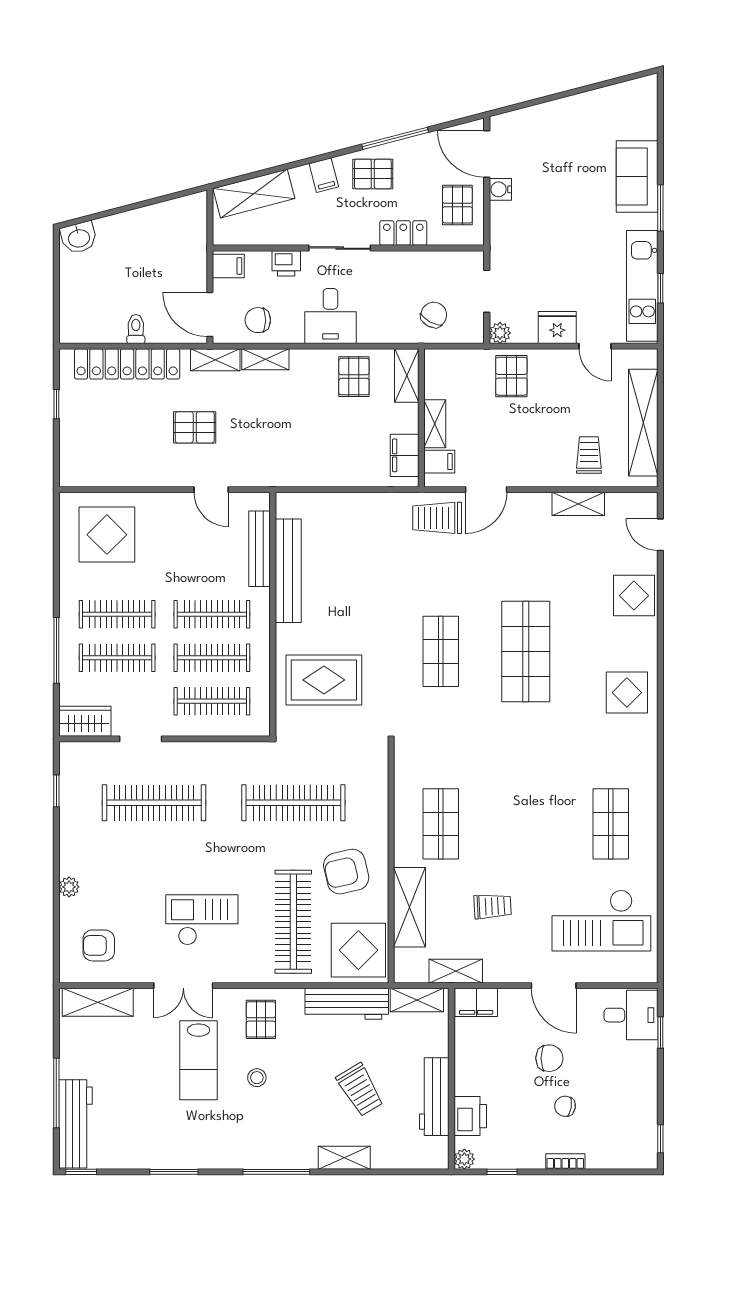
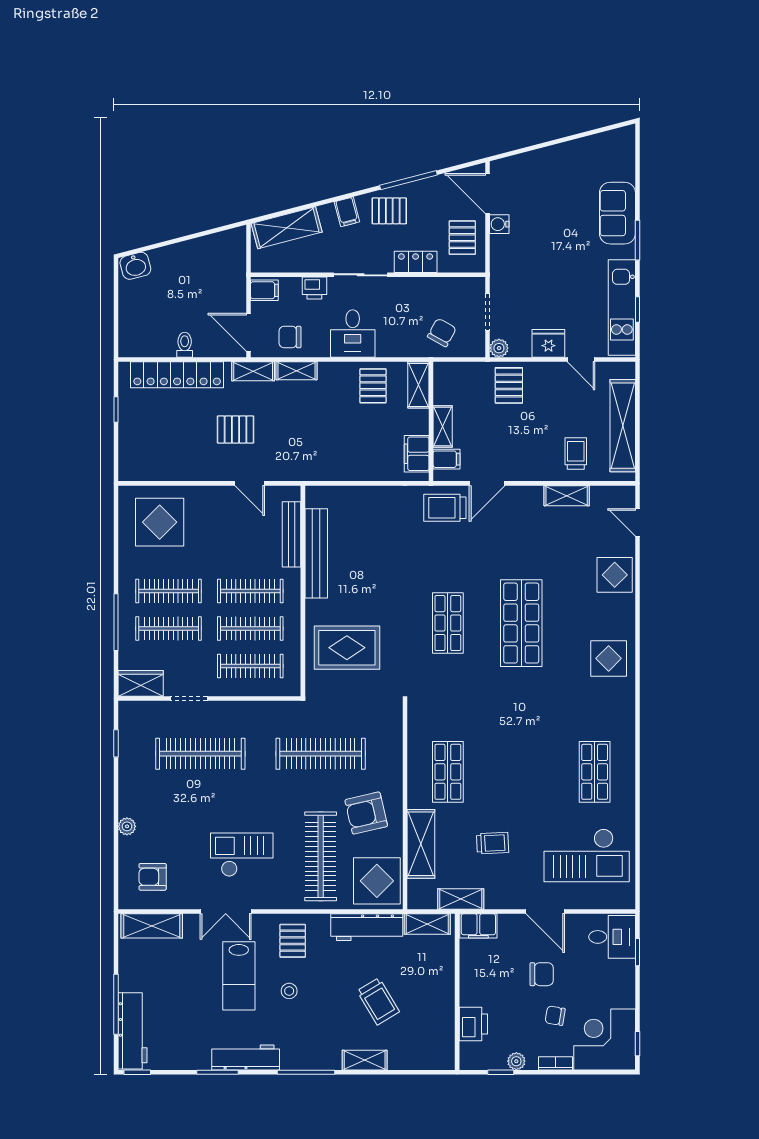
workbench: (434, 1097) -> (246, 1057), moved, turned 90
corner desk: (622, 1134) -> (605, 1039), added
plant: (464, 1159) -> (516, 1061), moved

